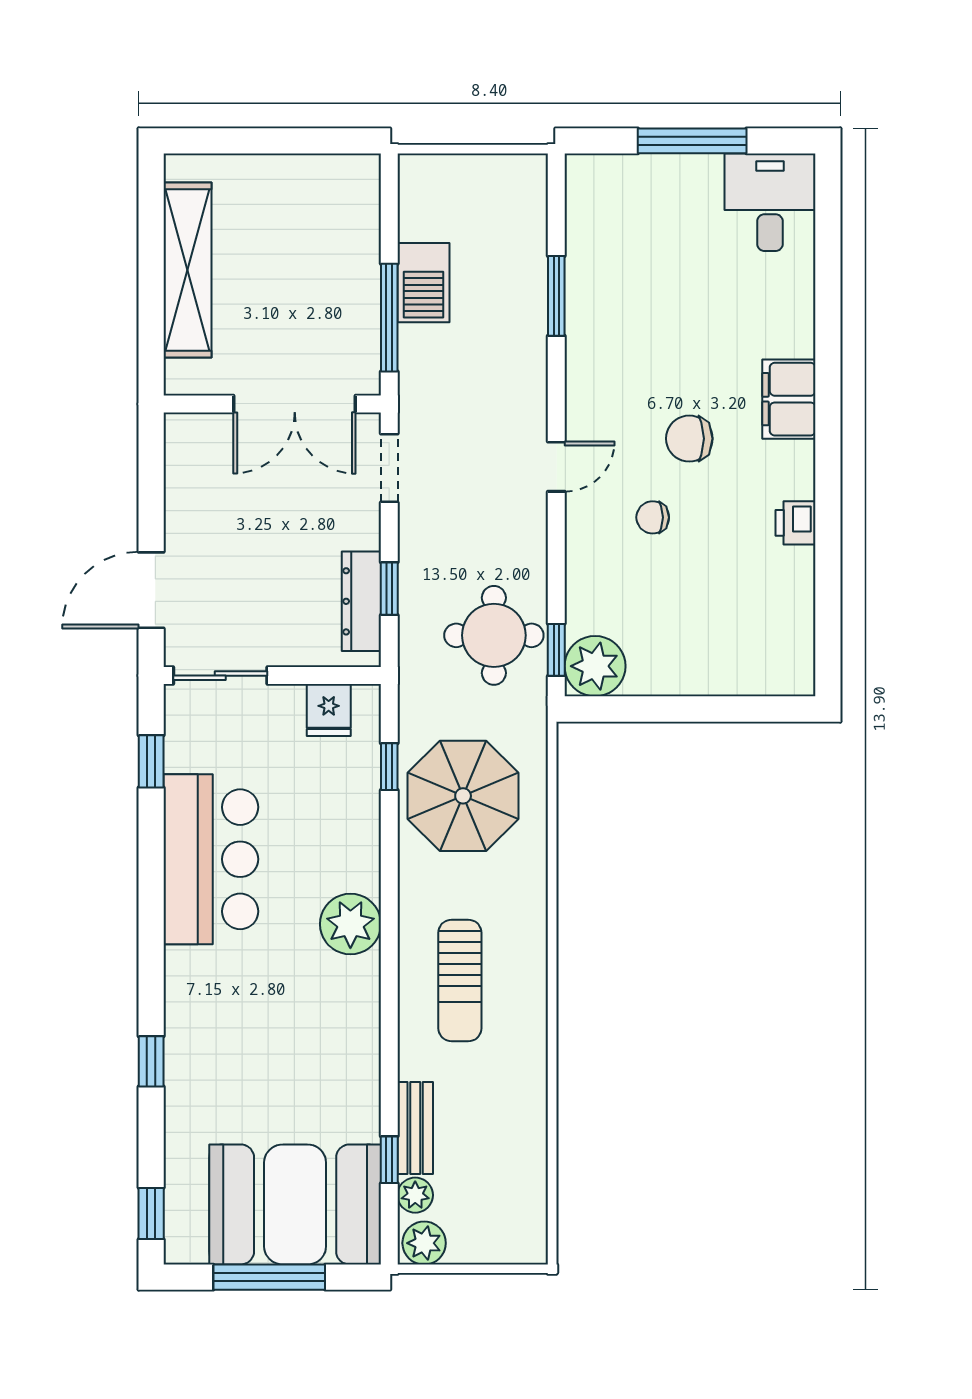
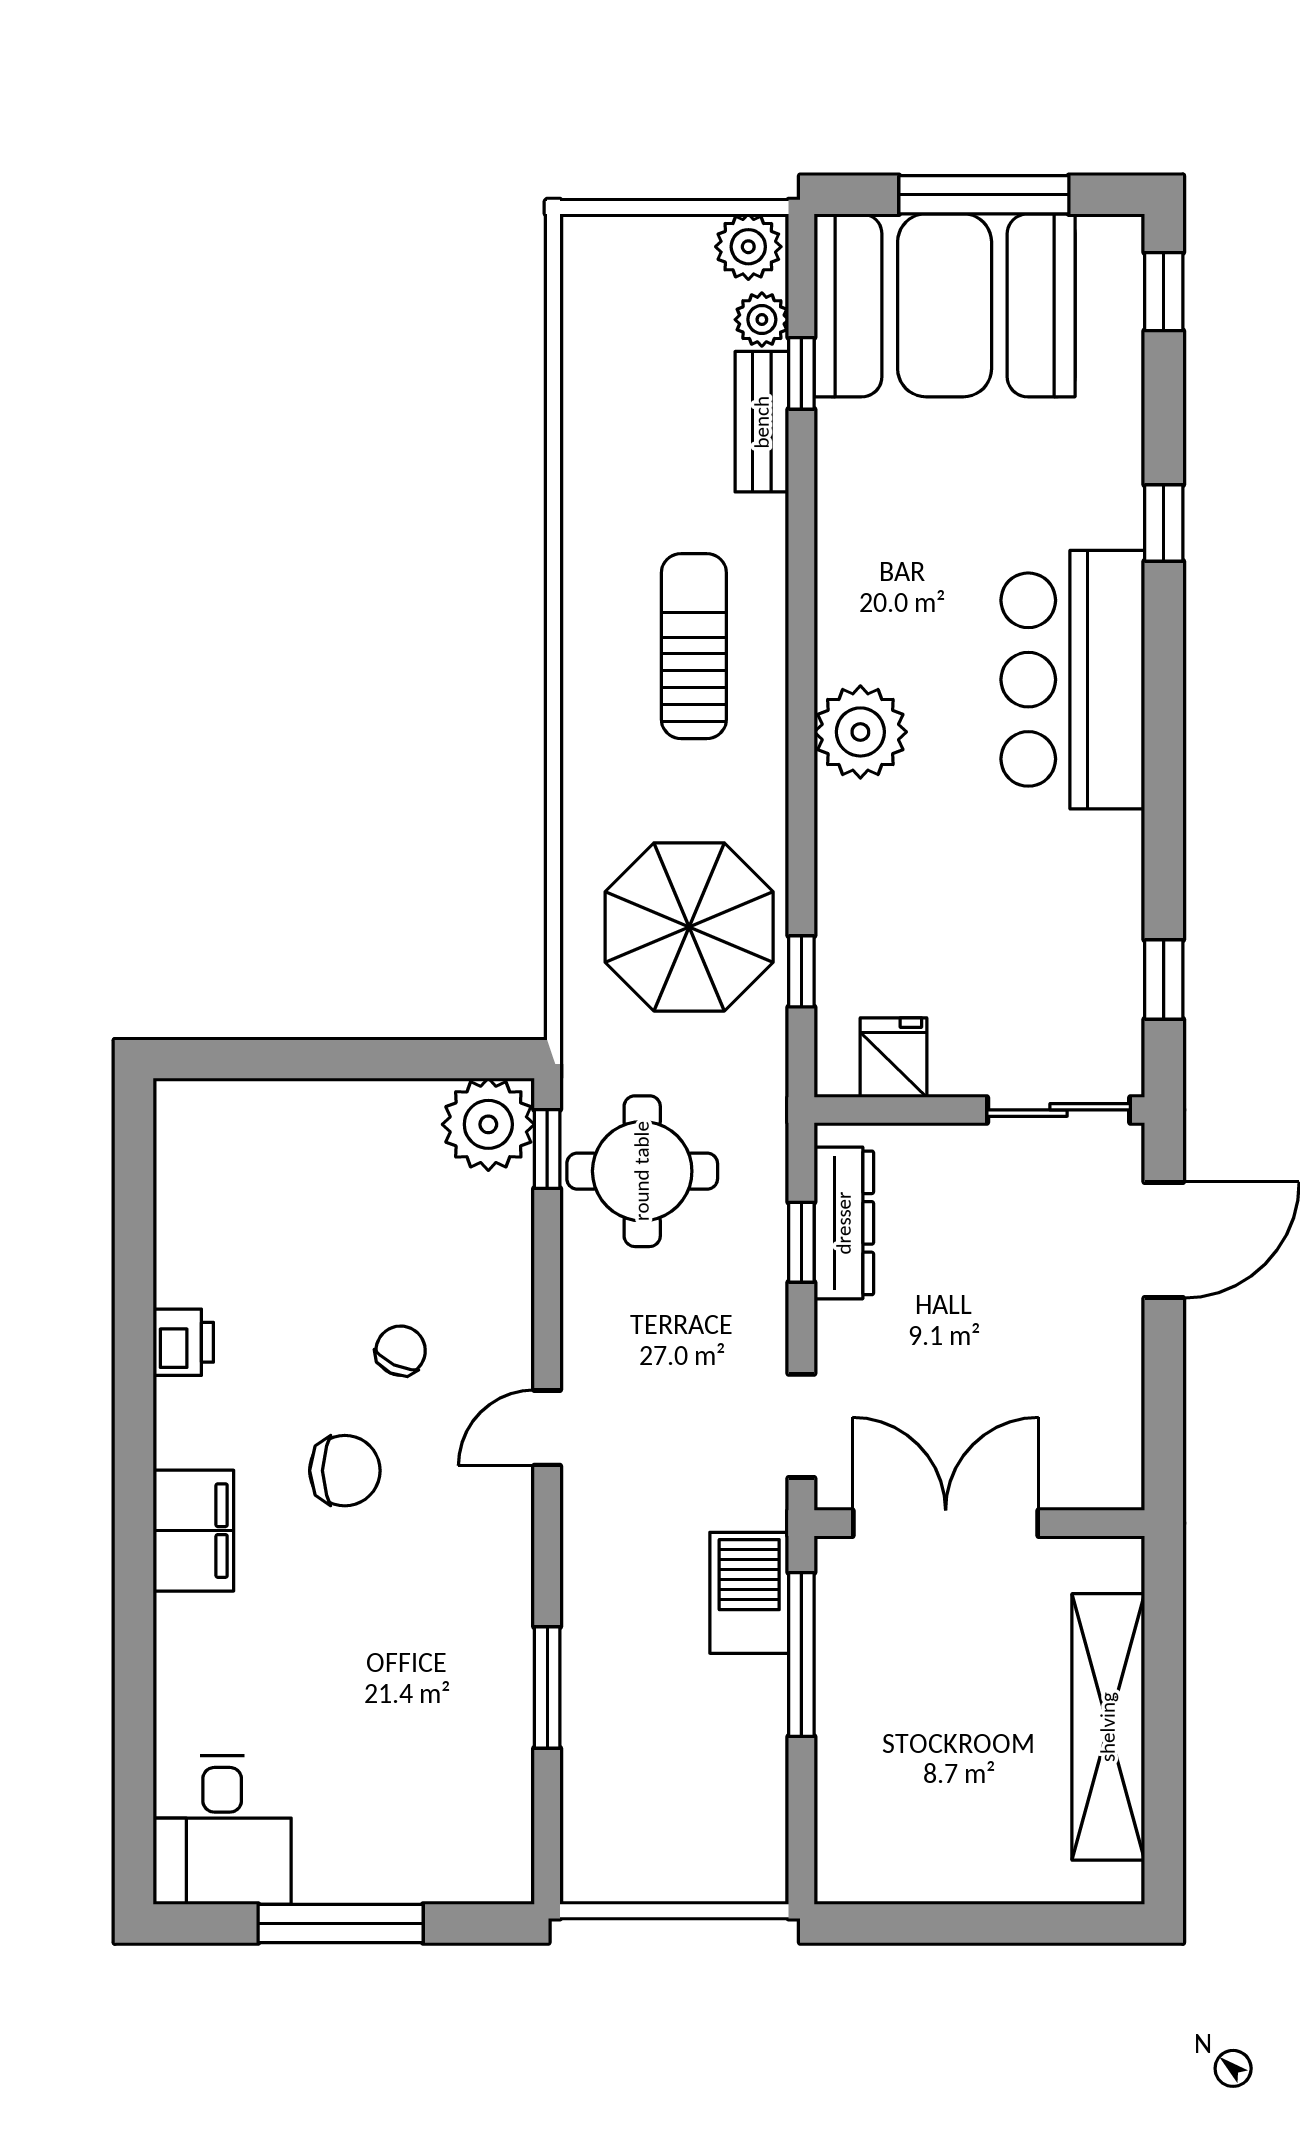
barbecue: (424, 283) -> (749, 1593), moved
chair: (653, 517) -> (401, 1351), turned -65
bar counter: (211, 859) -> (1073, 680), moved

